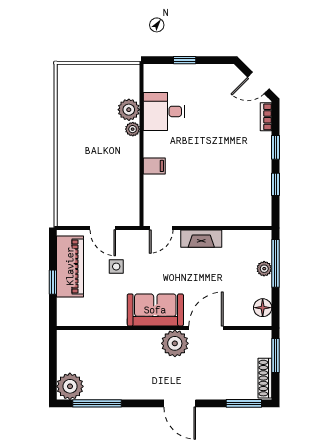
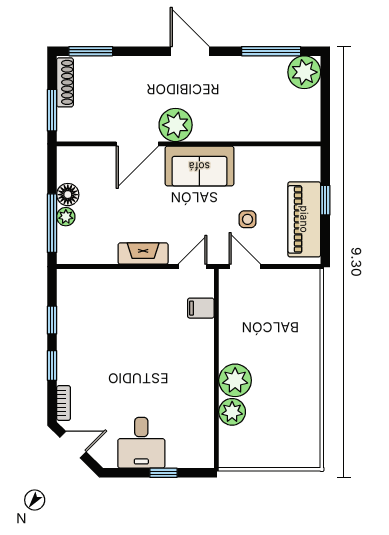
desk: (164, 111) -> (141, 443), moved, turned 90
plant: (133, 129) -> (235, 380), width x1.88, depth x1.88
filing cabinet: (154, 166) -> (201, 308), moved
door: (103, 228) -> (245, 267), moved
floor lamp: (263, 308) -> (68, 195), moved
door: (180, 403) -> (190, 51), moved

